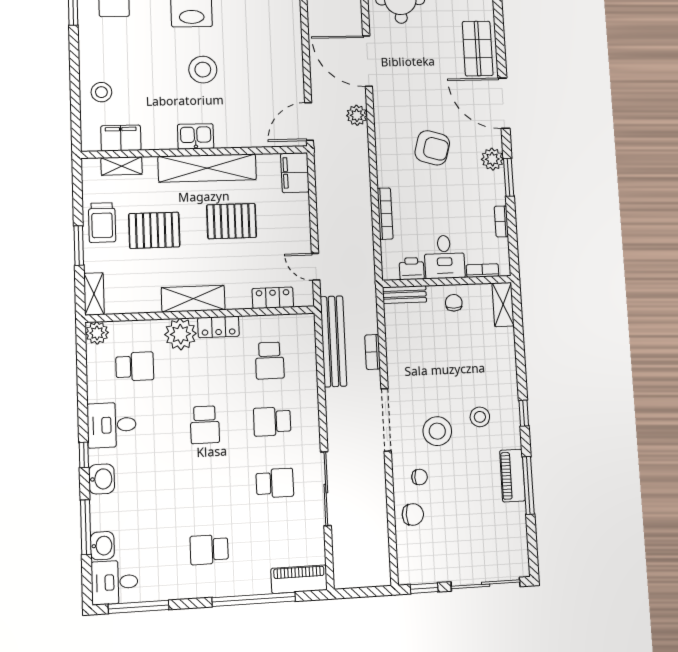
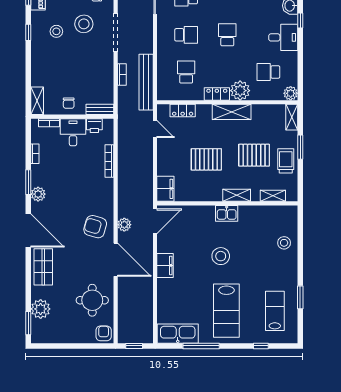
filing cabinet: (121, 138) -> (165, 265), moved, turned -90
armchair: (432, 148) -> (95, 227), moved
shelving: (207, 168) -> (237, 195), width x0.45, depth x0.75

